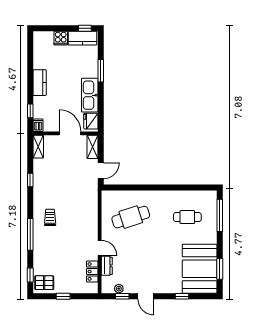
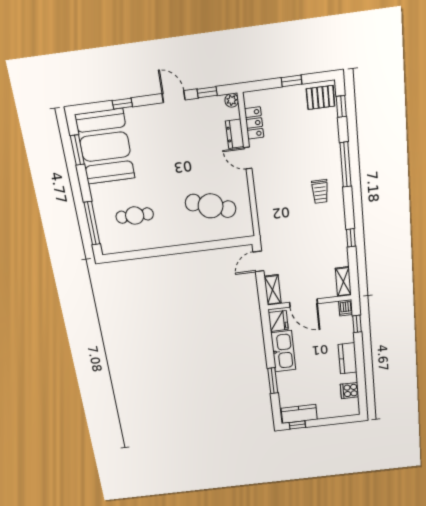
cooker: (61, 38) -> (350, 391), moved, turned -90
cafe table: (131, 217) -> (211, 206), turned 36
plant: (119, 289) -> (232, 100), moved

